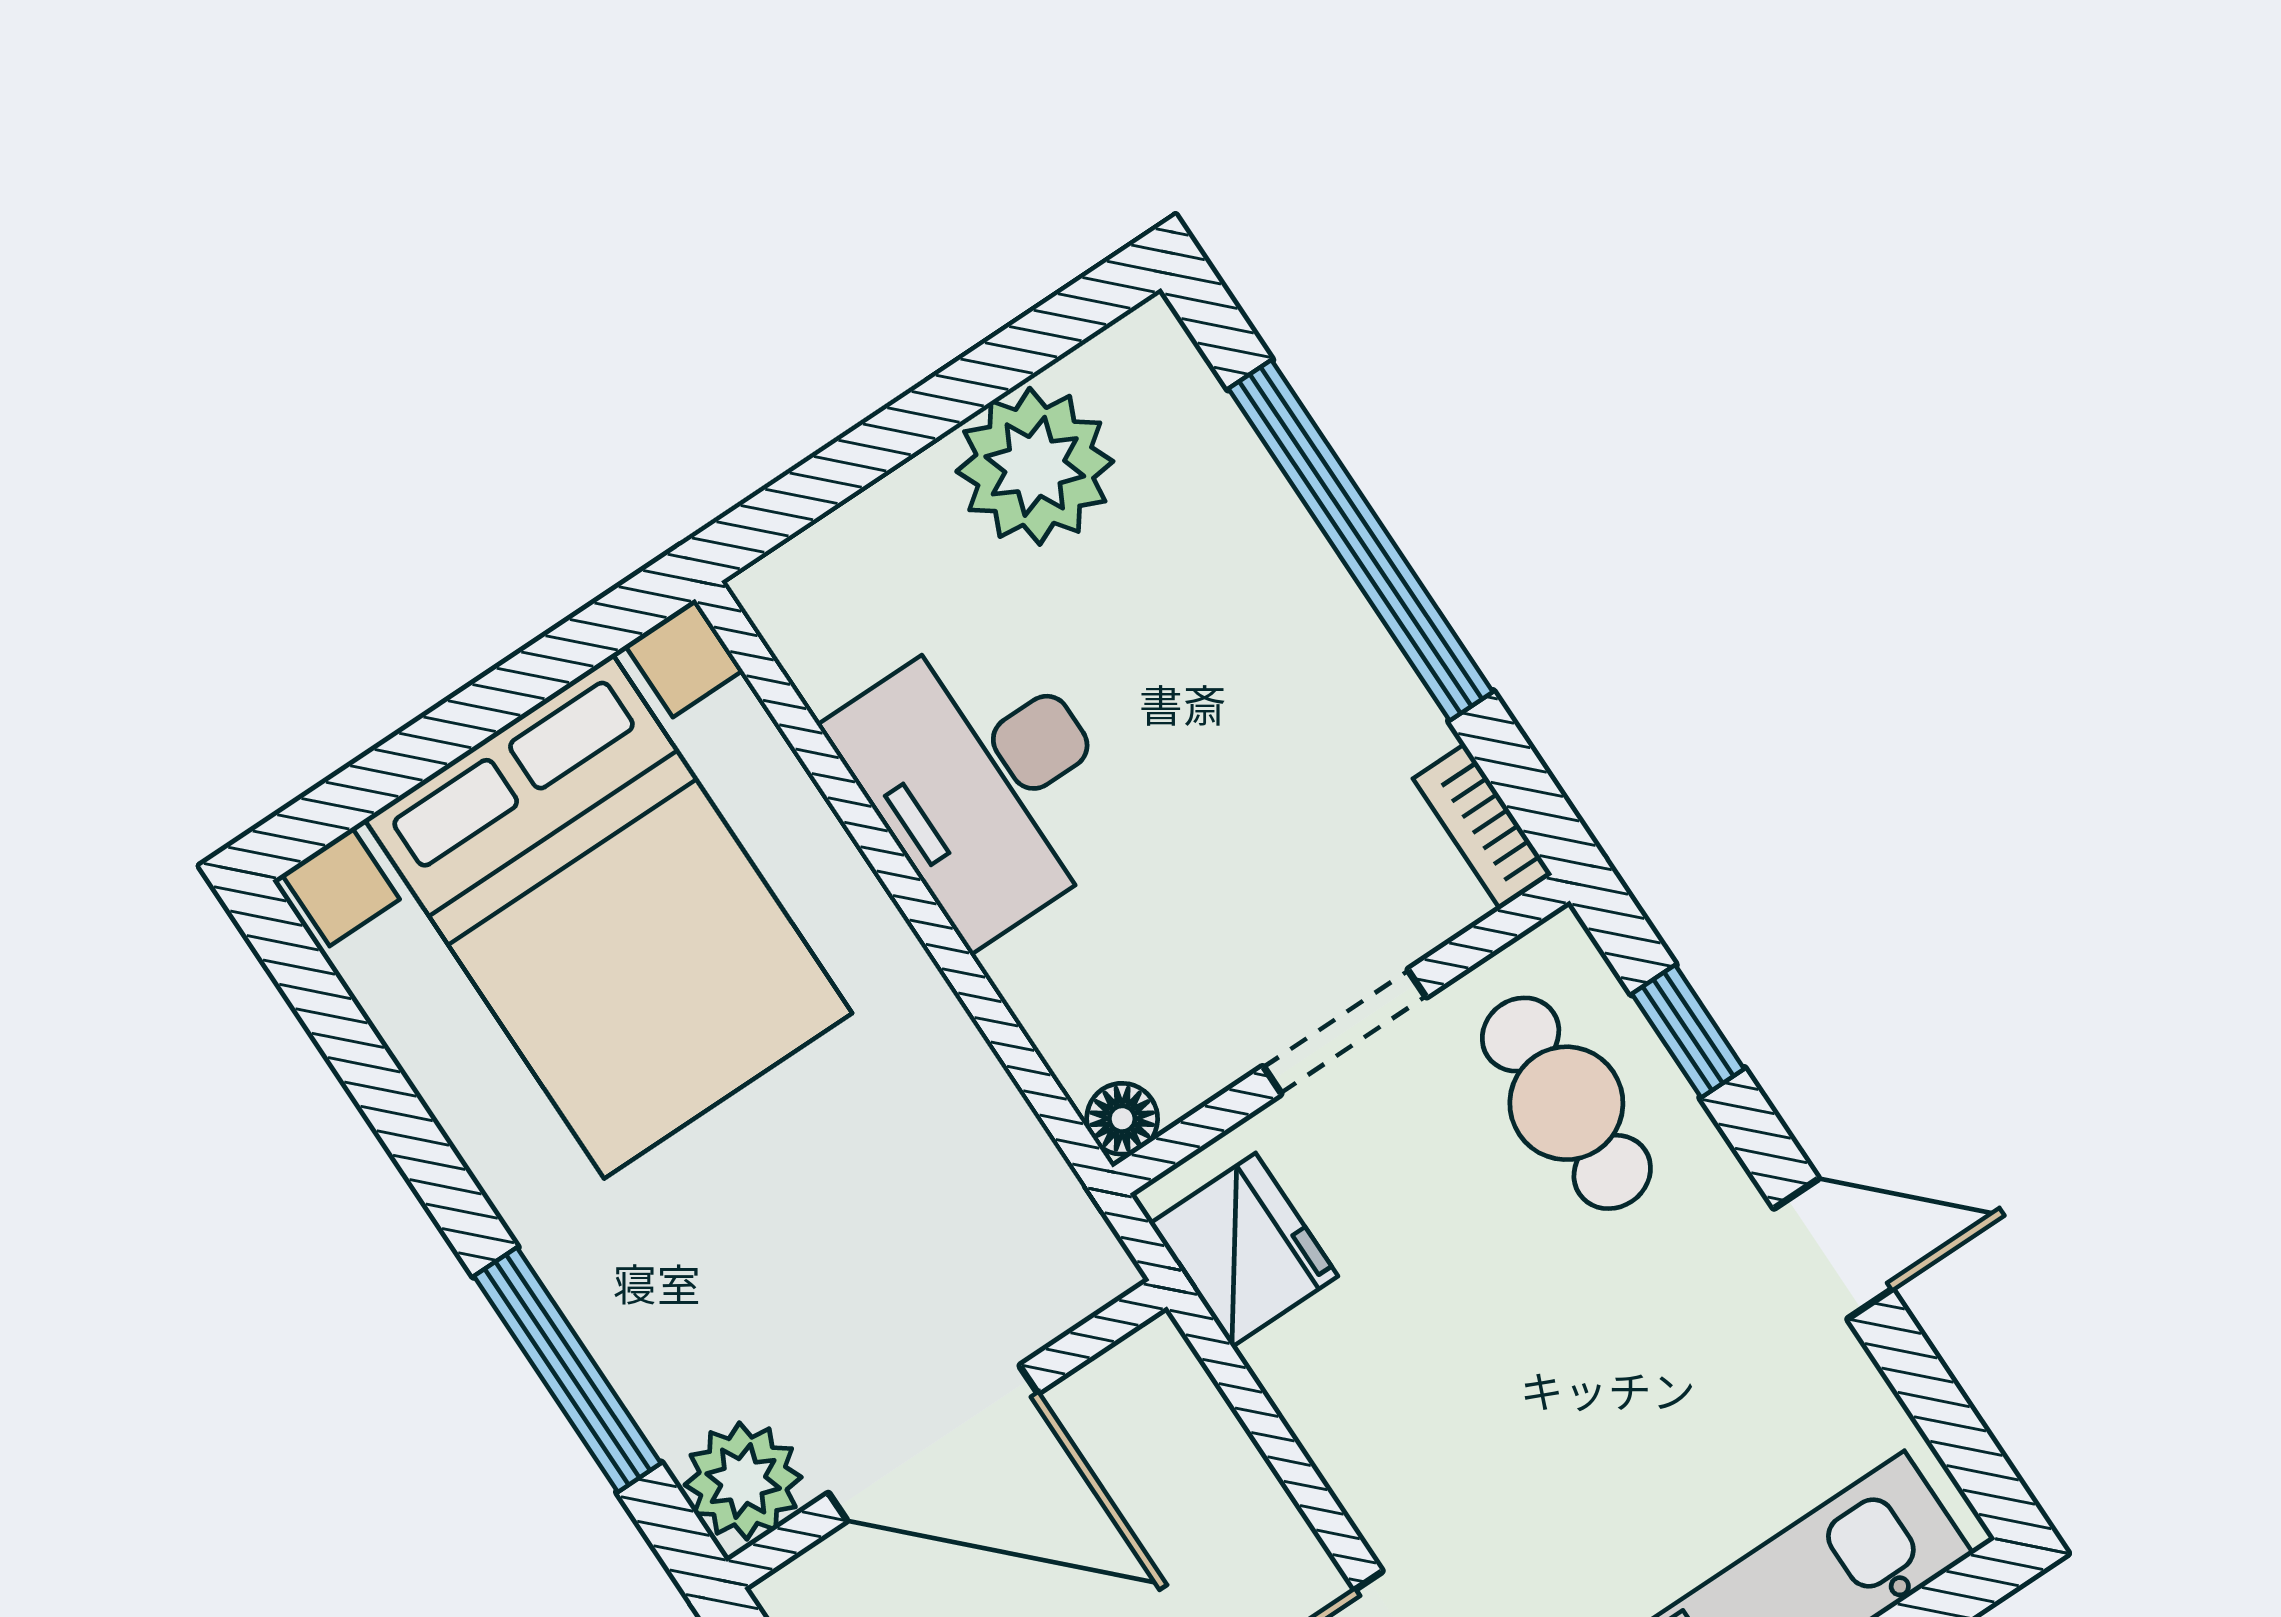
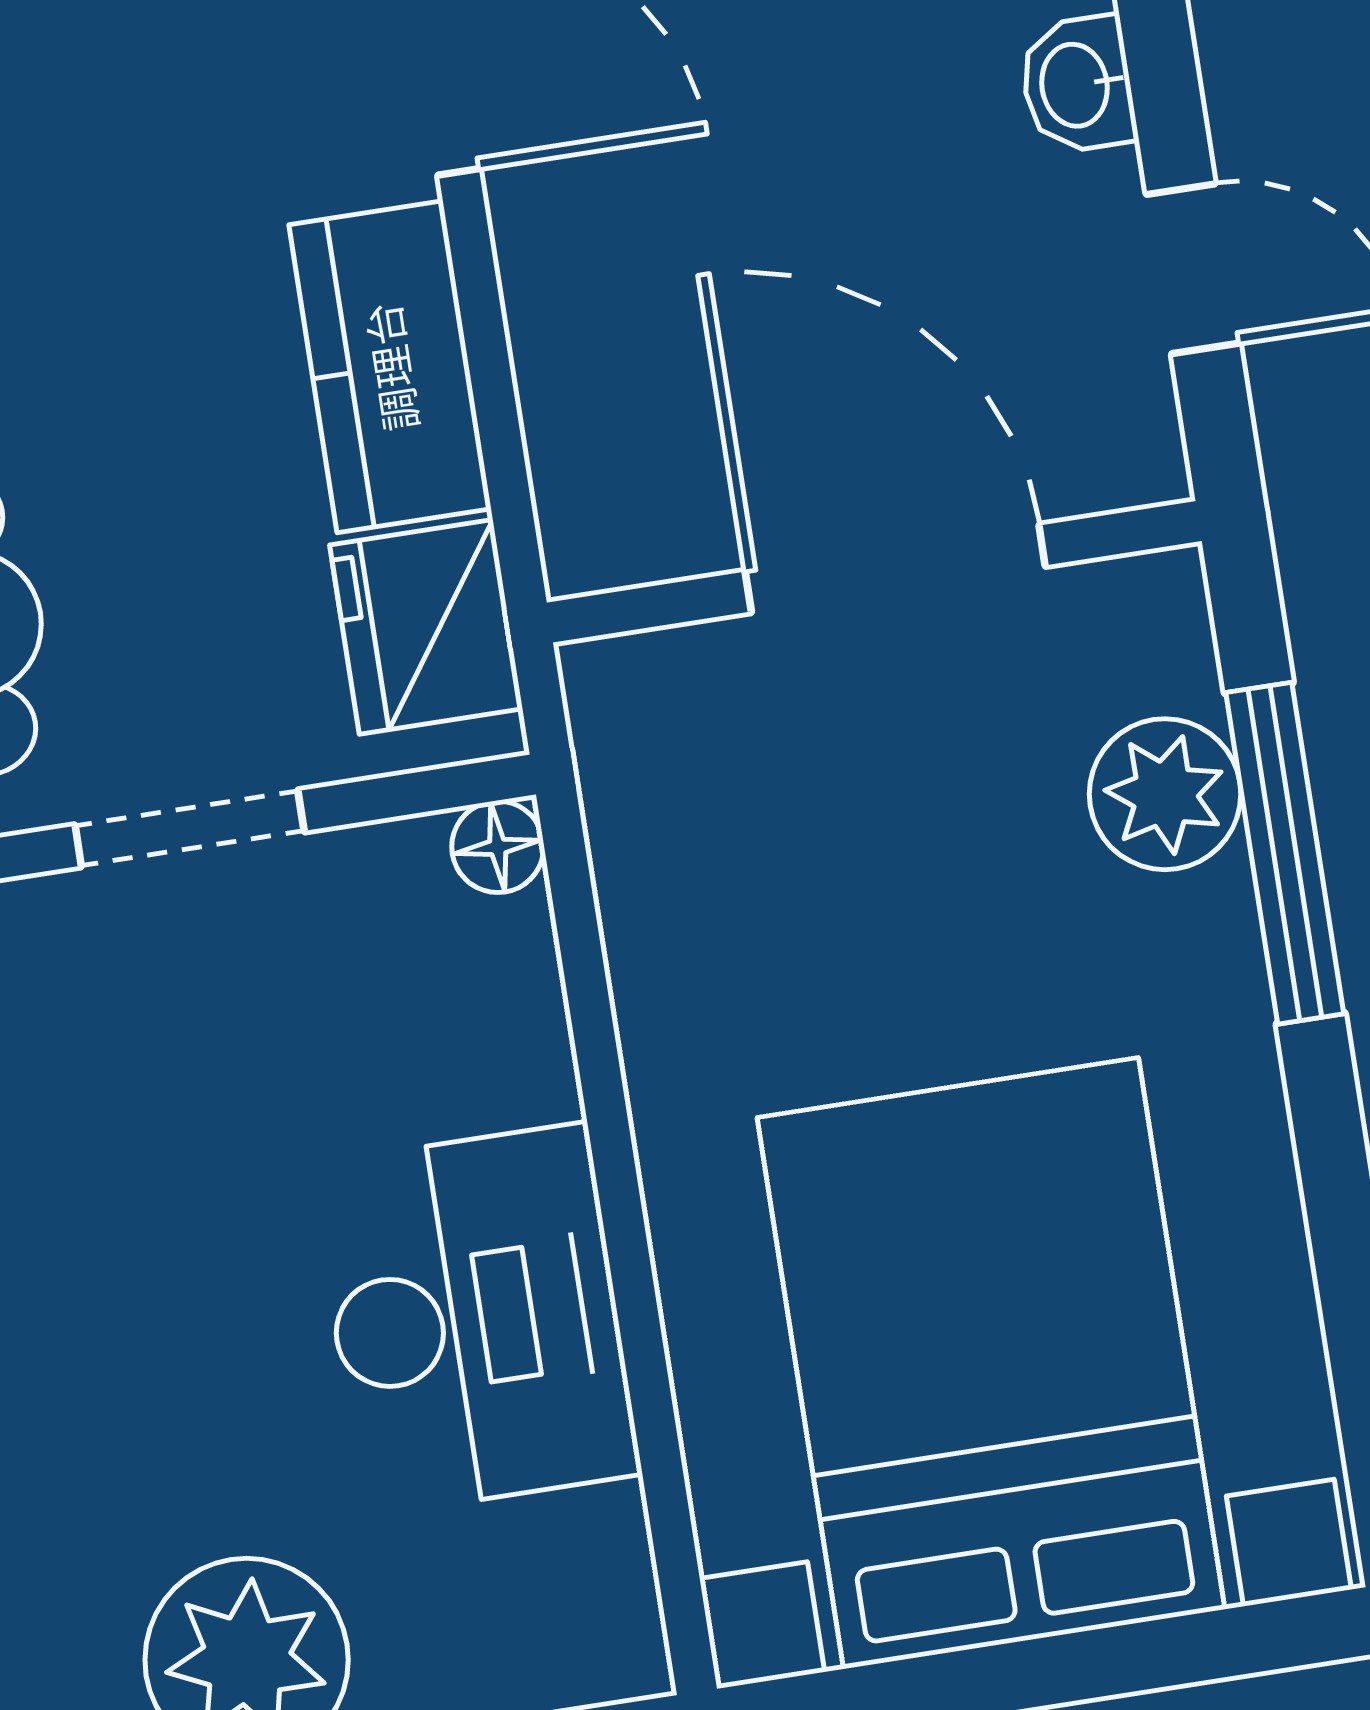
kitchen counter: (1354, 1421) -> (390, 367), added
plant: (743, 1481) -> (1165, 794), moved

